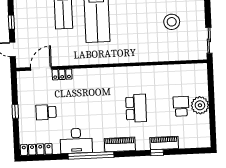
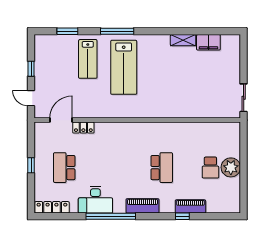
stool: (172, 22) -> (204, 76), removed
school desk: (181, 106) -> (210, 168), turned 180
school desk: (46, 112) -> (64, 168), width x1.85

